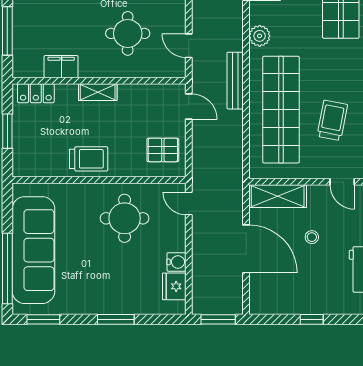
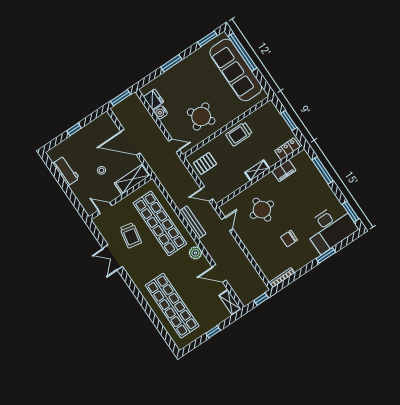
door: (189, 46) -> (227, 224), hinge flipped
round table: (125, 218) -> (201, 117), turned -33

